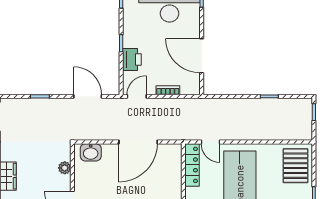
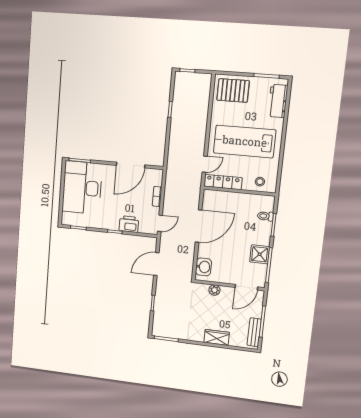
door: (137, 96) -> (160, 223), swing flipped
door: (138, 142) -> (199, 226), hinge flipped

